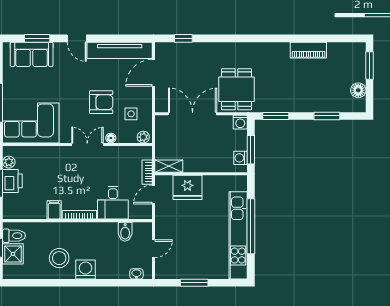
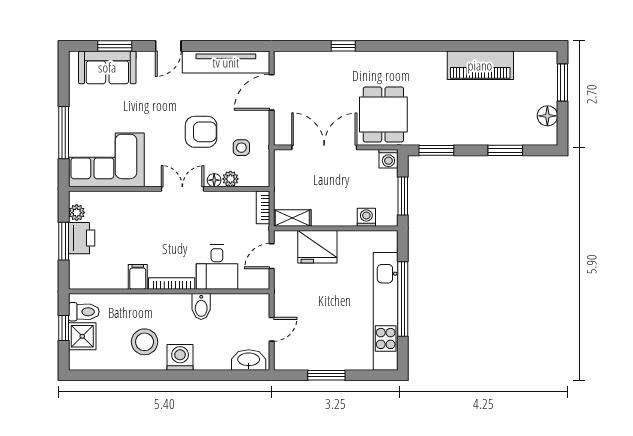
door: (77, 38) -> (168, 46), hinge flipped
window: (183, 38) -> (343, 46), moved
piano: (308, 50) -> (480, 65), width x1.37, depth x1.33
plant: (143, 137) -> (230, 179), moved
washing machine: (240, 158) -> (366, 217), moved, turned 90
bookcase: (147, 172) -> (263, 207), moved
bidet: (125, 232) -> (201, 306), moved
washbasin: (136, 274) -> (249, 360), width x1.91, depth x1.45

